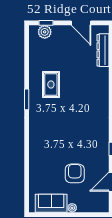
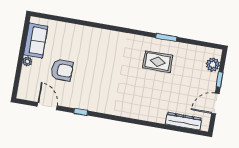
window: (46, 23) -> (220, 79), moved
window: (27, 99) -> (166, 37), moved

